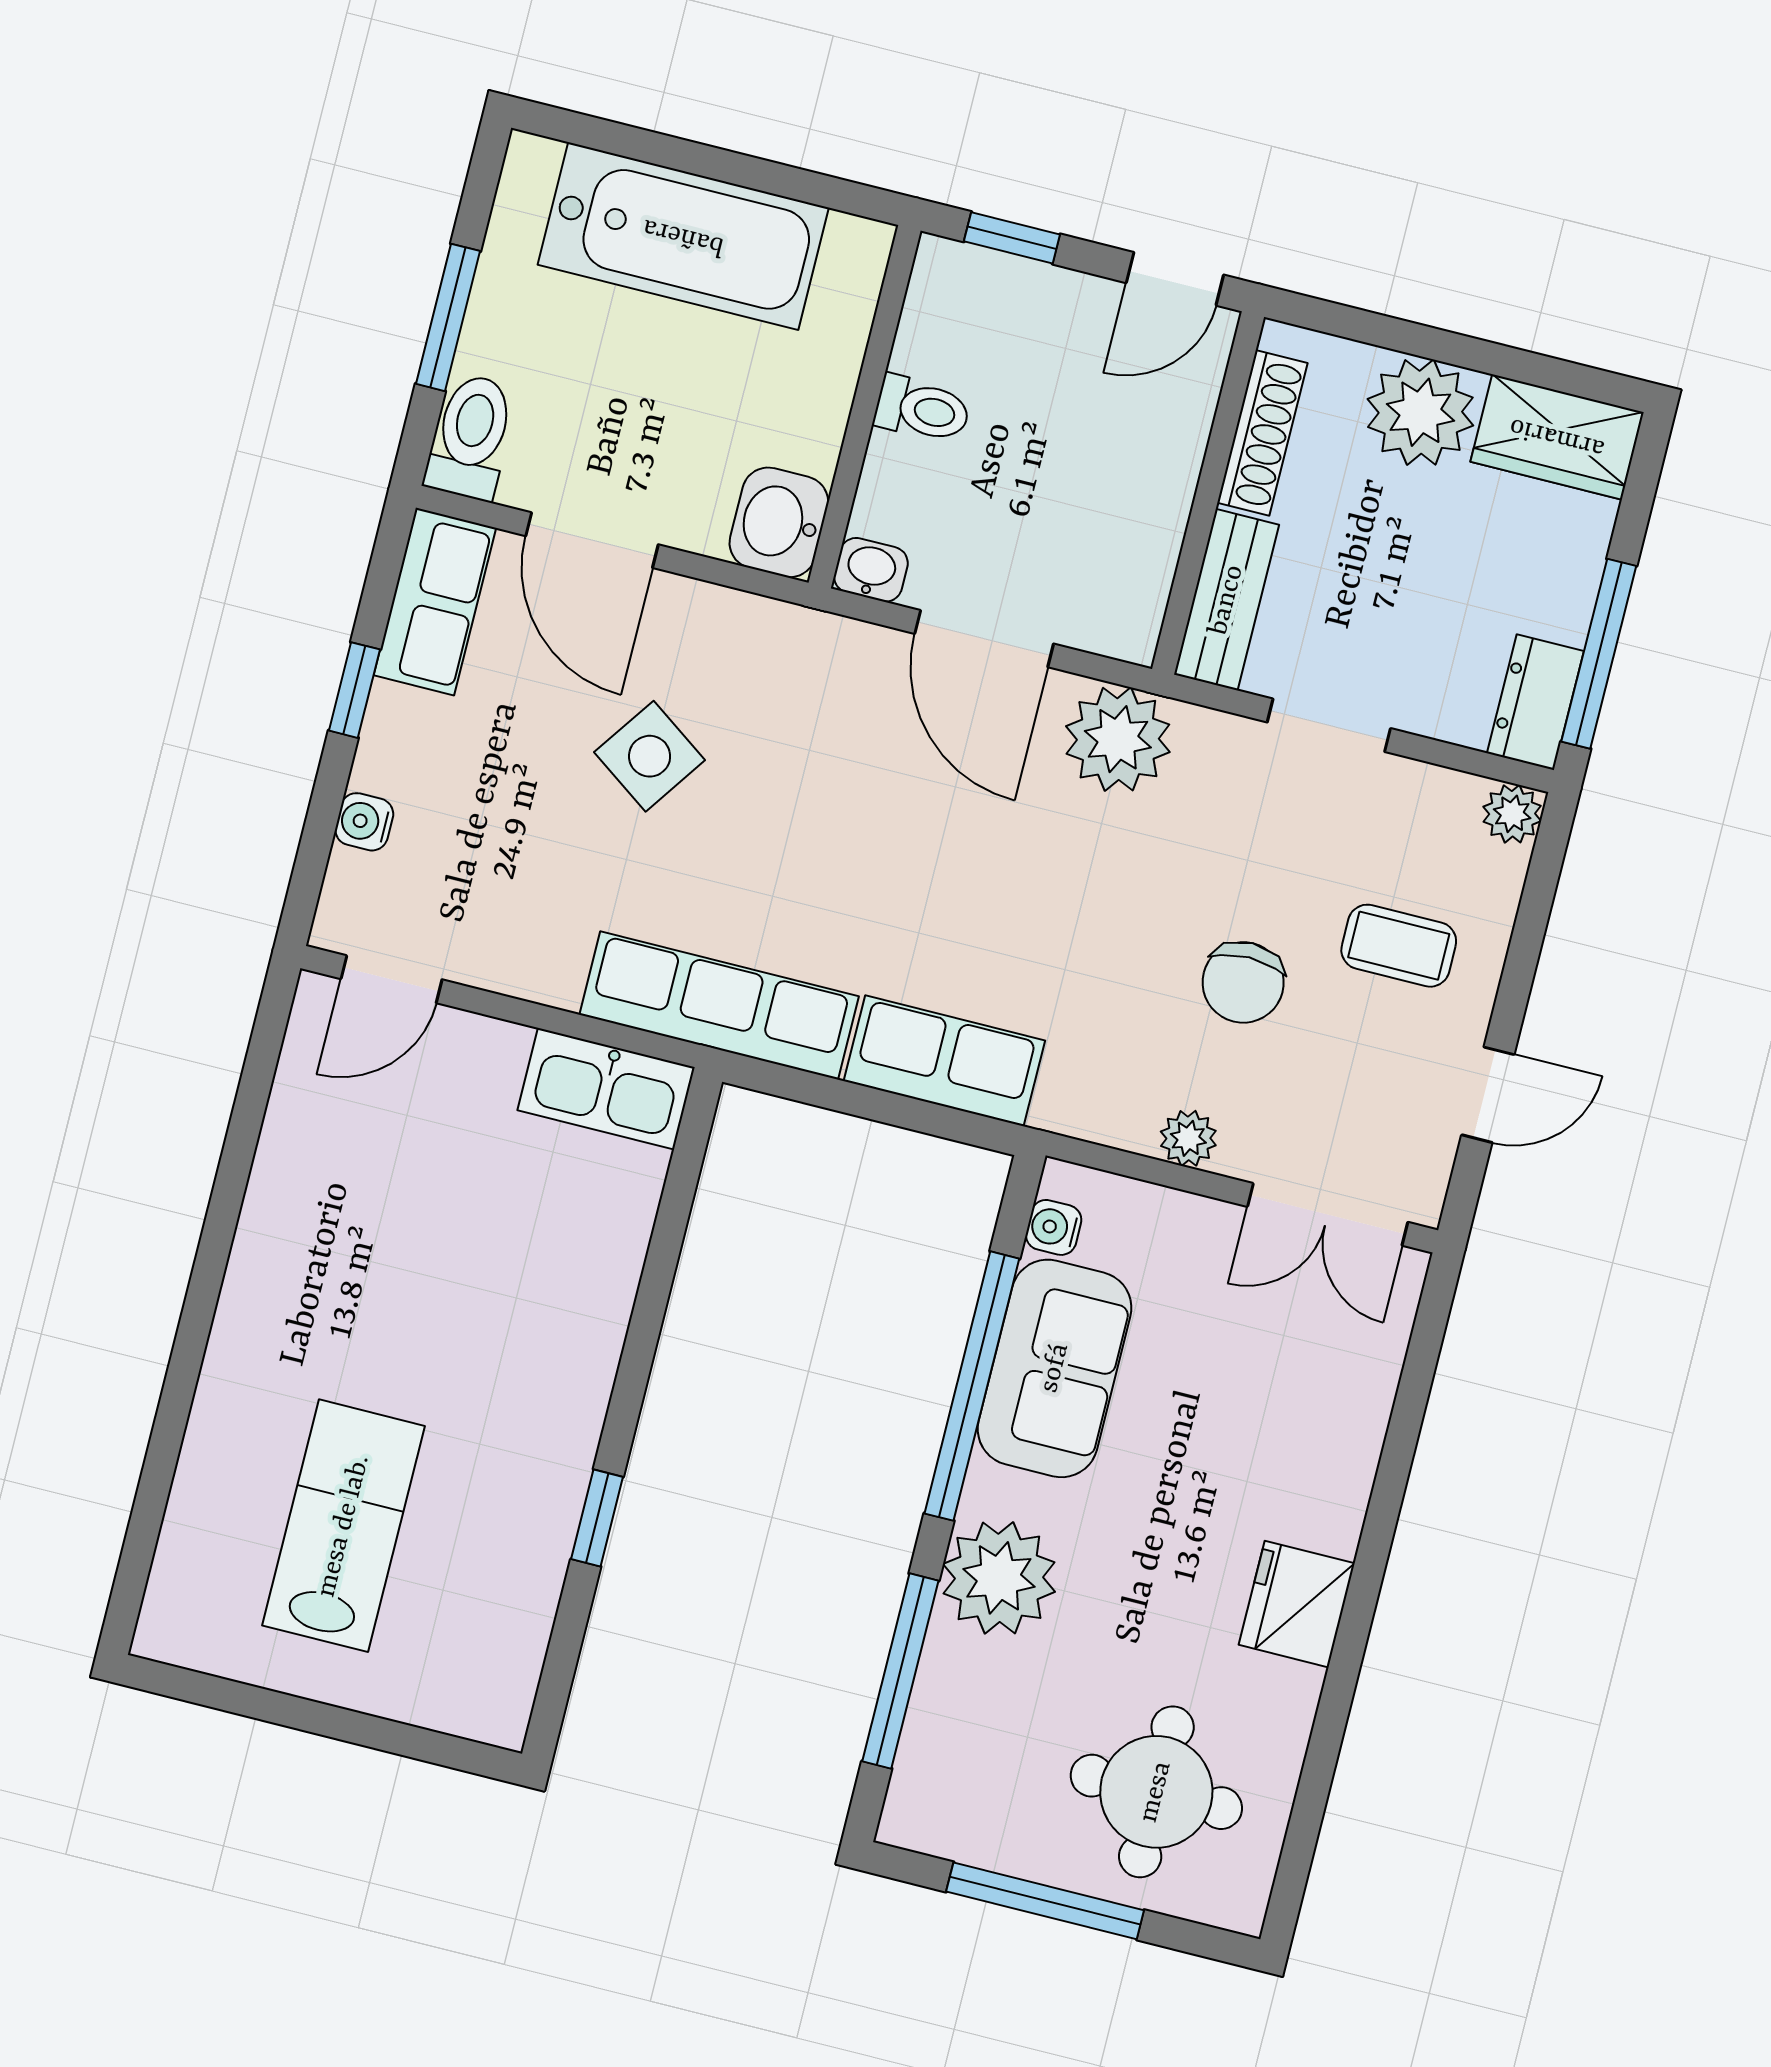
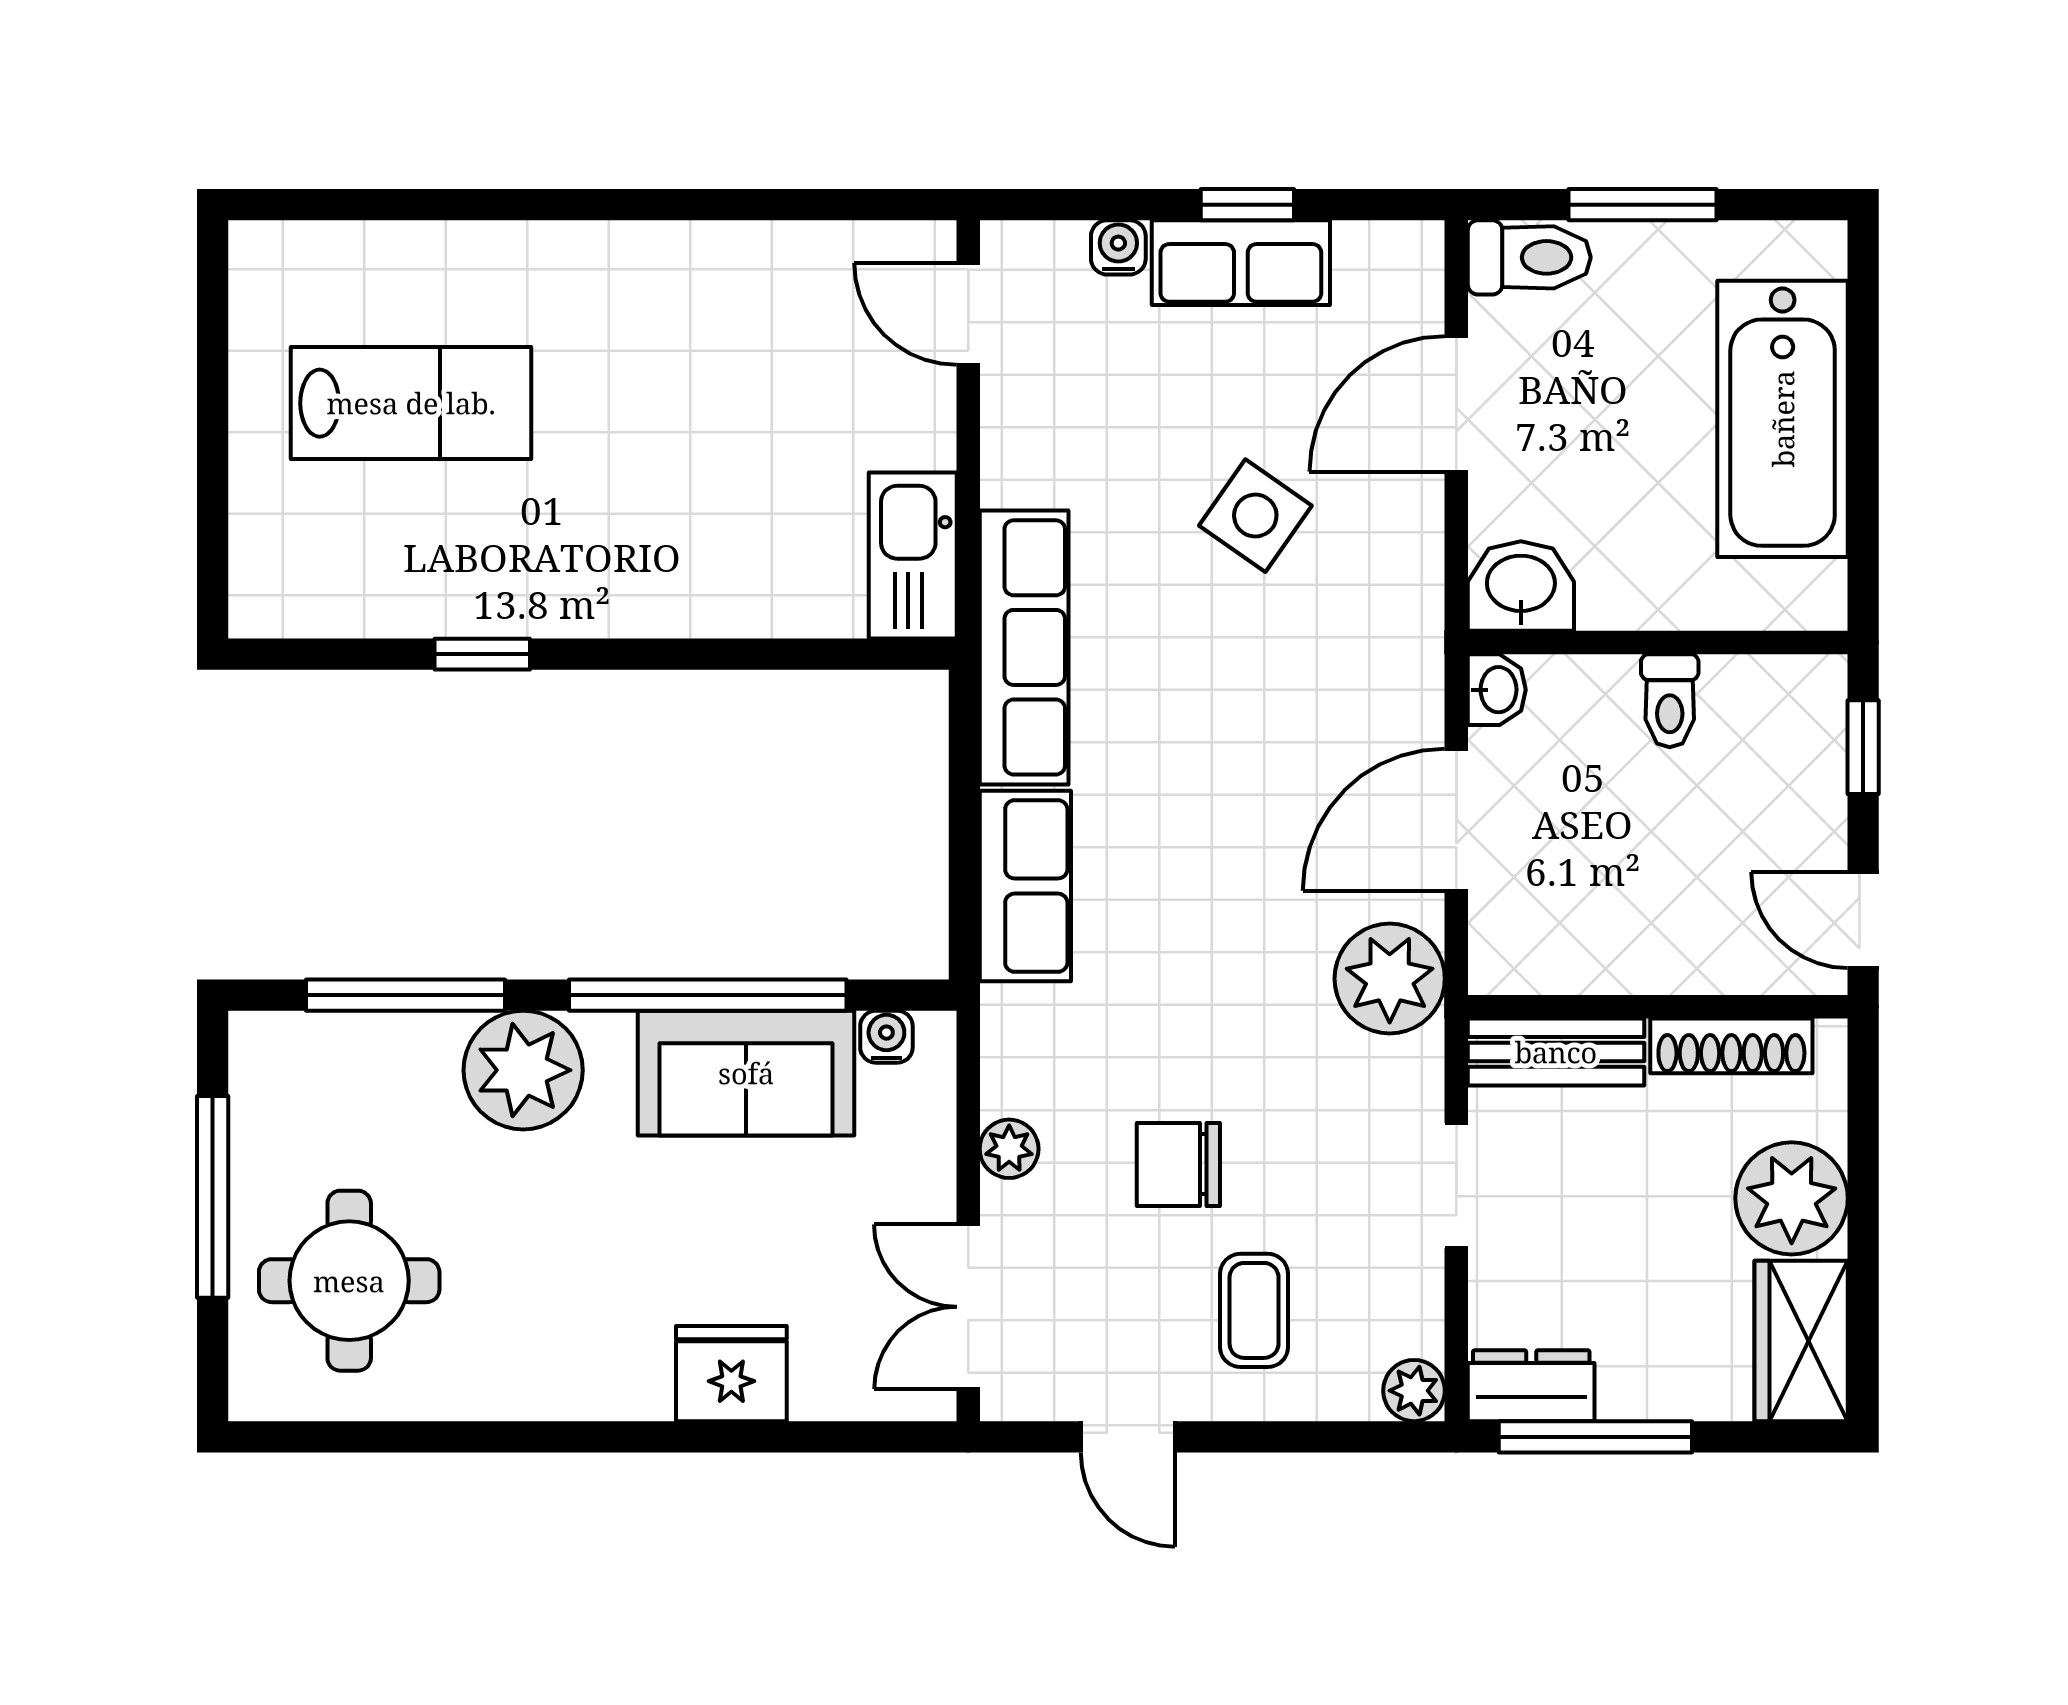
row of seats: (435, 602) -> (1241, 263), moved
fridge: (1297, 1604) -> (731, 1374), moved

